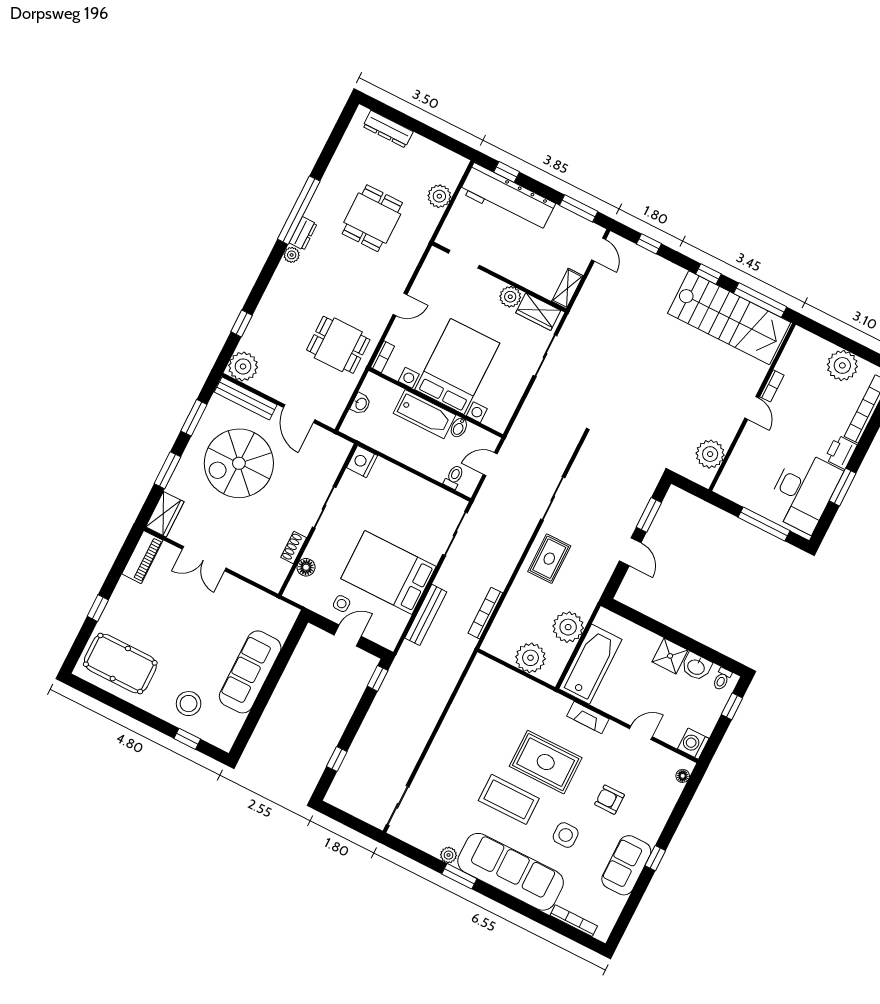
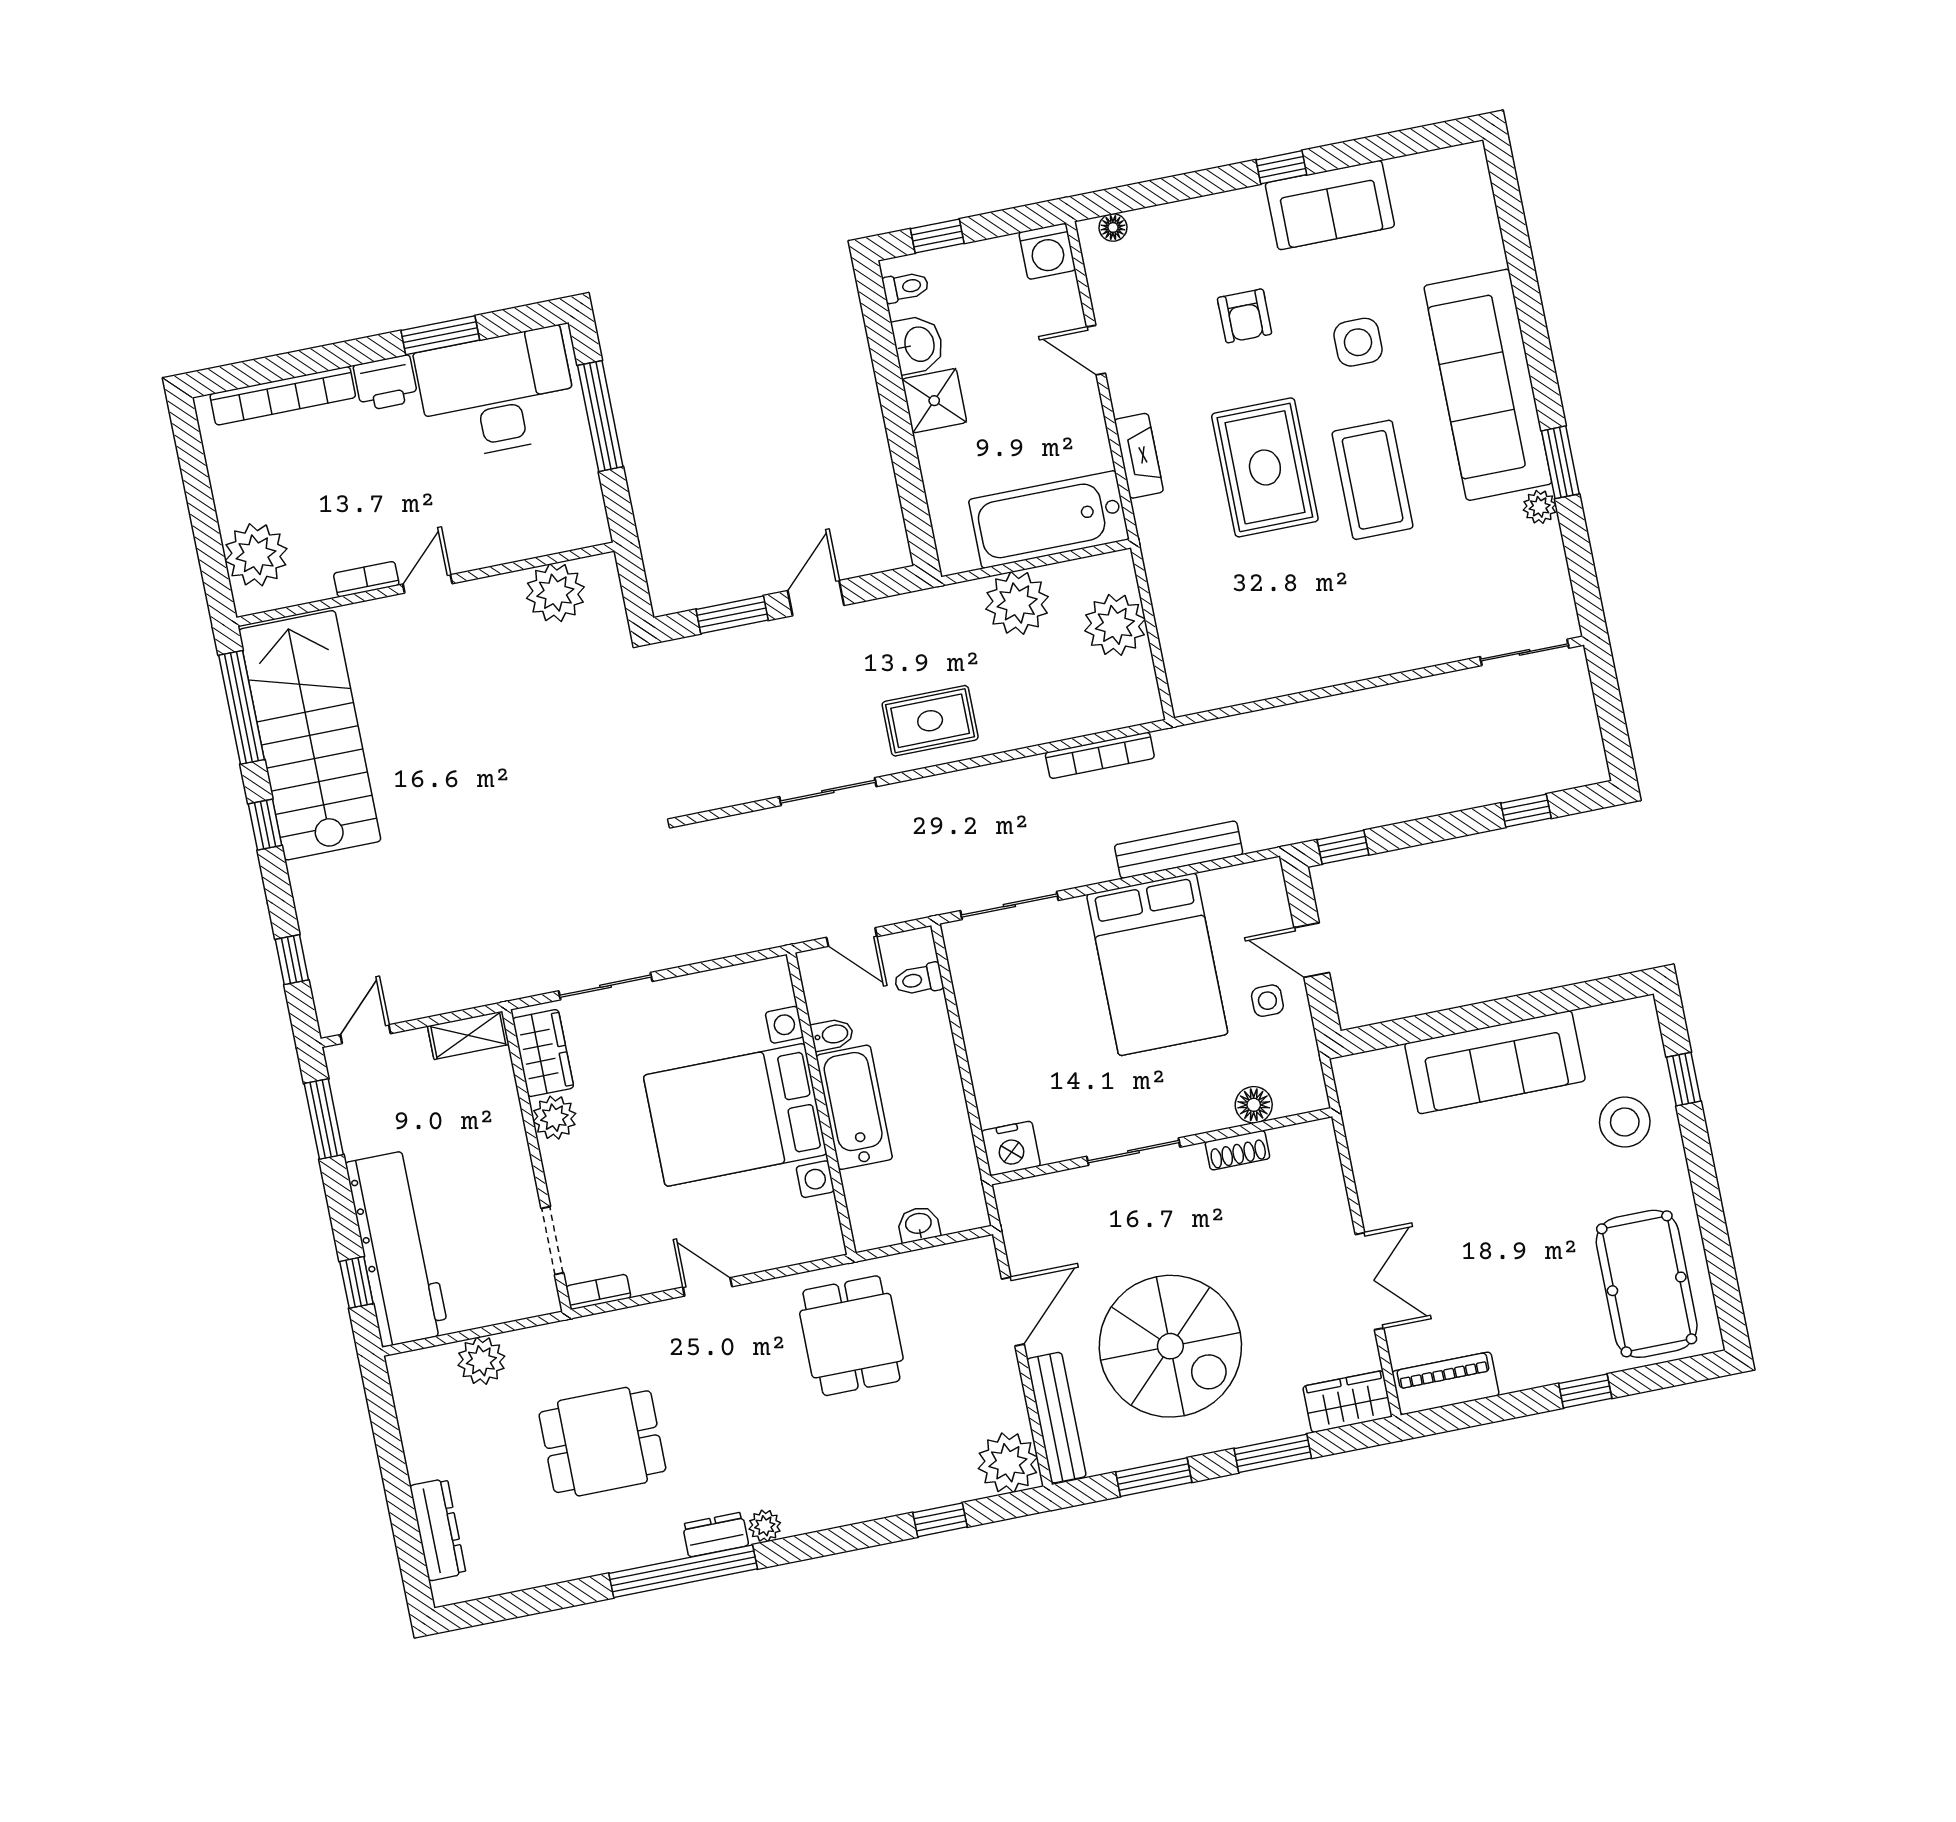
bookcase: (382, 357) -> (598, 1292), moved
plant: (842, 365) -> (256, 555), moved
bookcase: (574, 921) -> (1487, 220), removed

